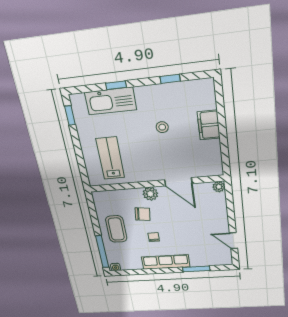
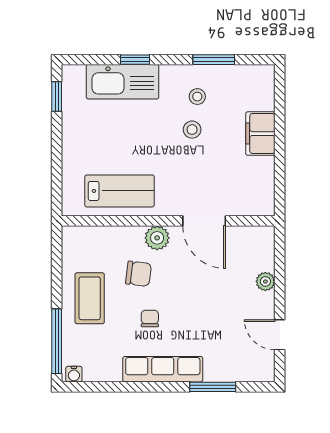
window: (170, 79) -> (214, 60), width x1.50
stool: (162, 105) -> (197, 97), added
lab bench: (110, 158) -> (120, 191), moved, turned 90
plant: (219, 187) -> (265, 281), moved

